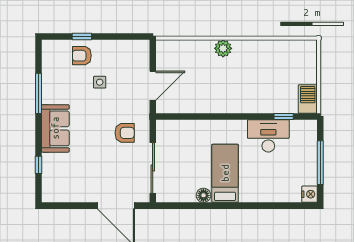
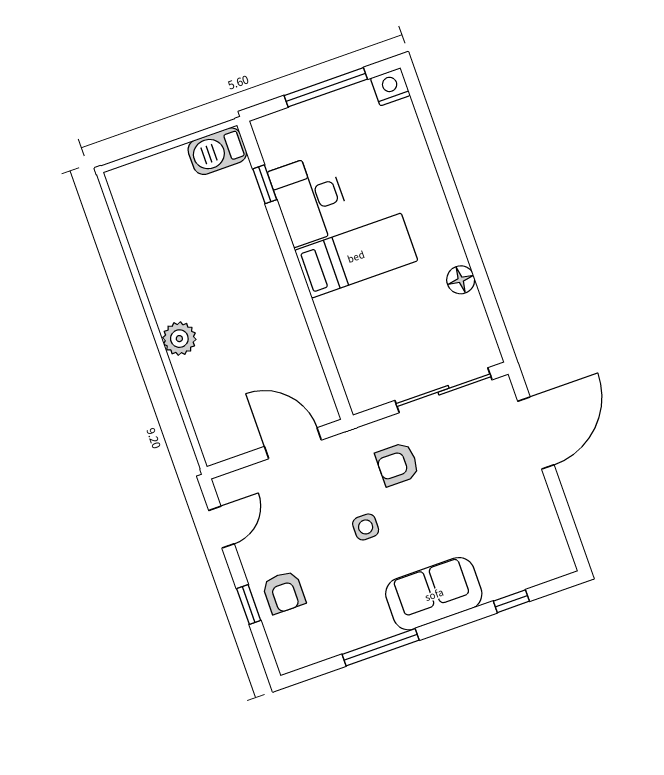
door: (124, 37) -> (221, 527), added
side table: (100, 82) -> (366, 527), moved
armchair: (125, 133) -> (397, 464), turned -90
bed: (225, 173) -> (356, 256), moved, turned 180

